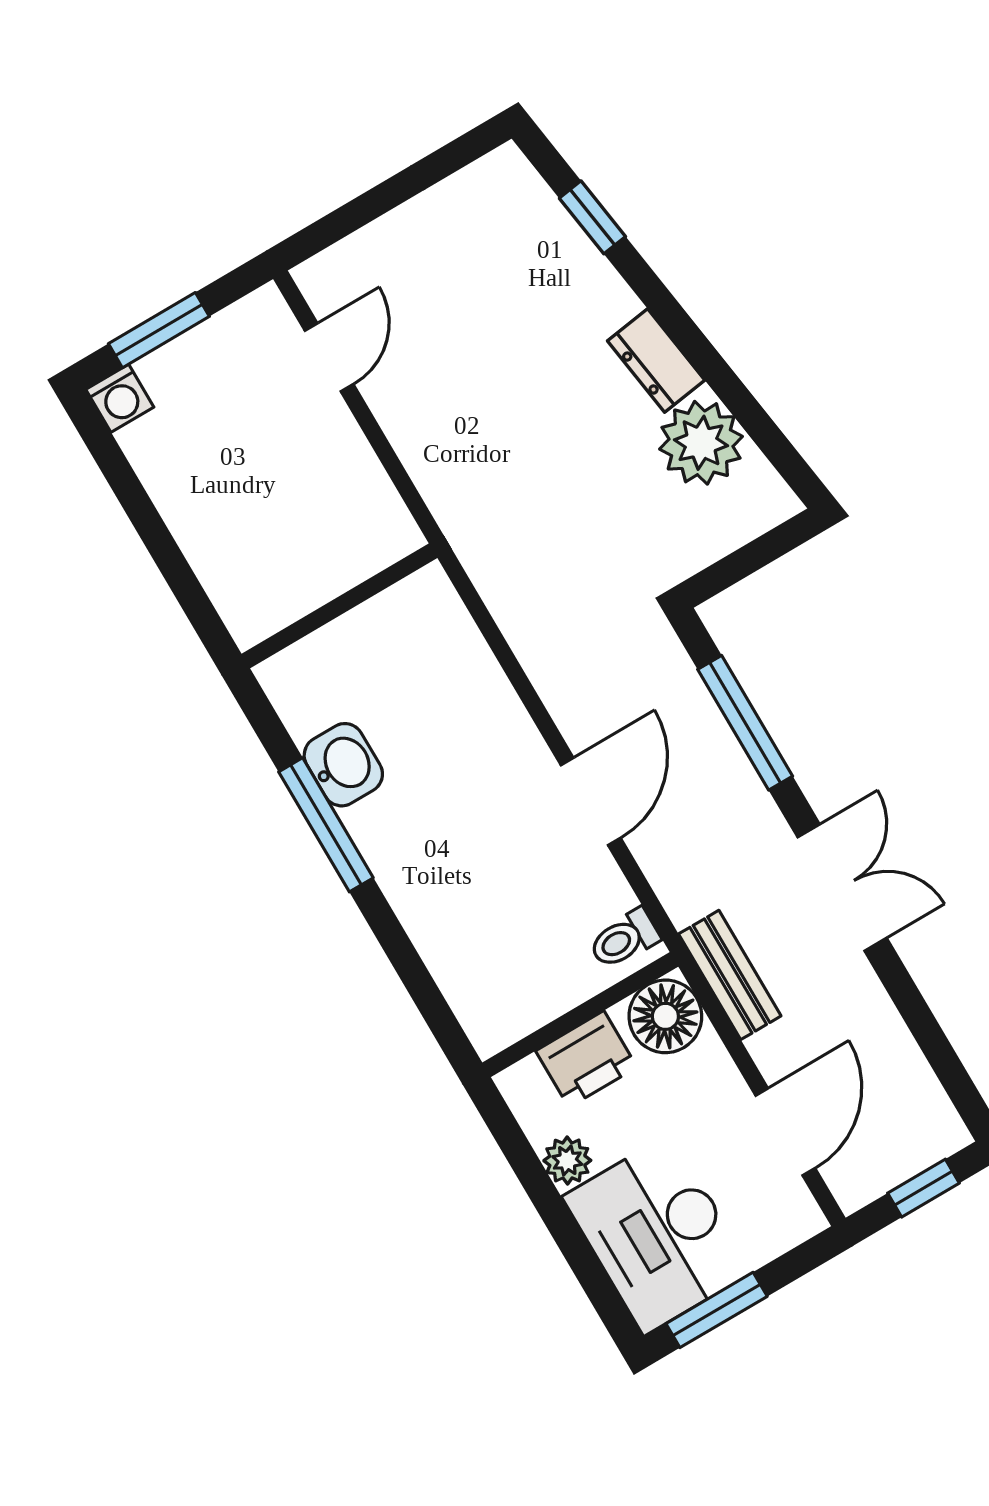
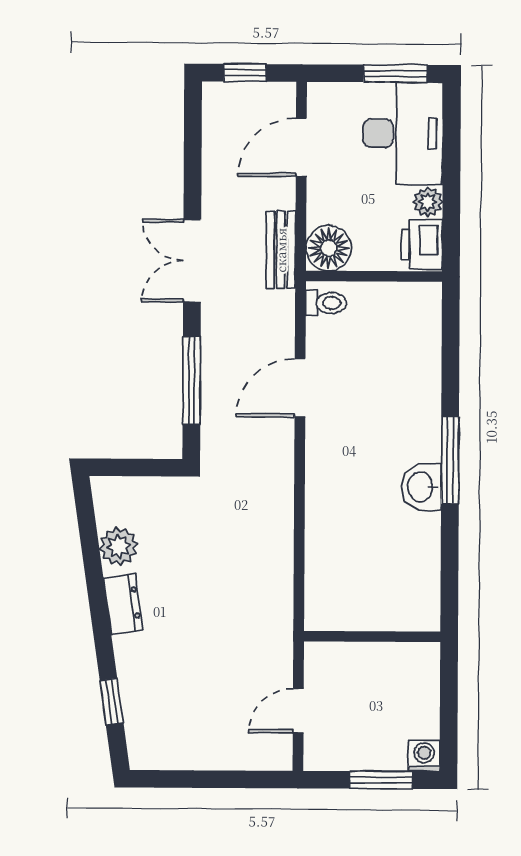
plant: (701, 443) -> (119, 546), width x0.73, depth x0.73
wall: (339, 606) -> (372, 637), moved
printer: (586, 1059) -> (422, 245), moved, turned -90

